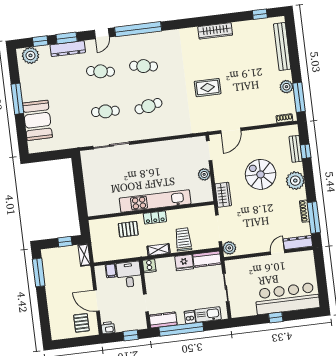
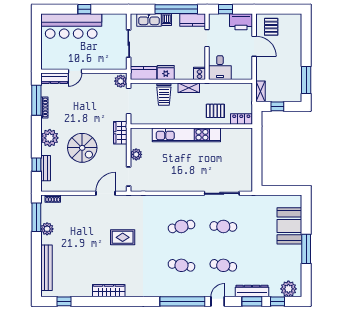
locker: (155, 217) -> (241, 119), moved
filing cabinet: (111, 271) -> (237, 73), removed
printer: (108, 328) -> (241, 22), width x1.87, depth x1.48

